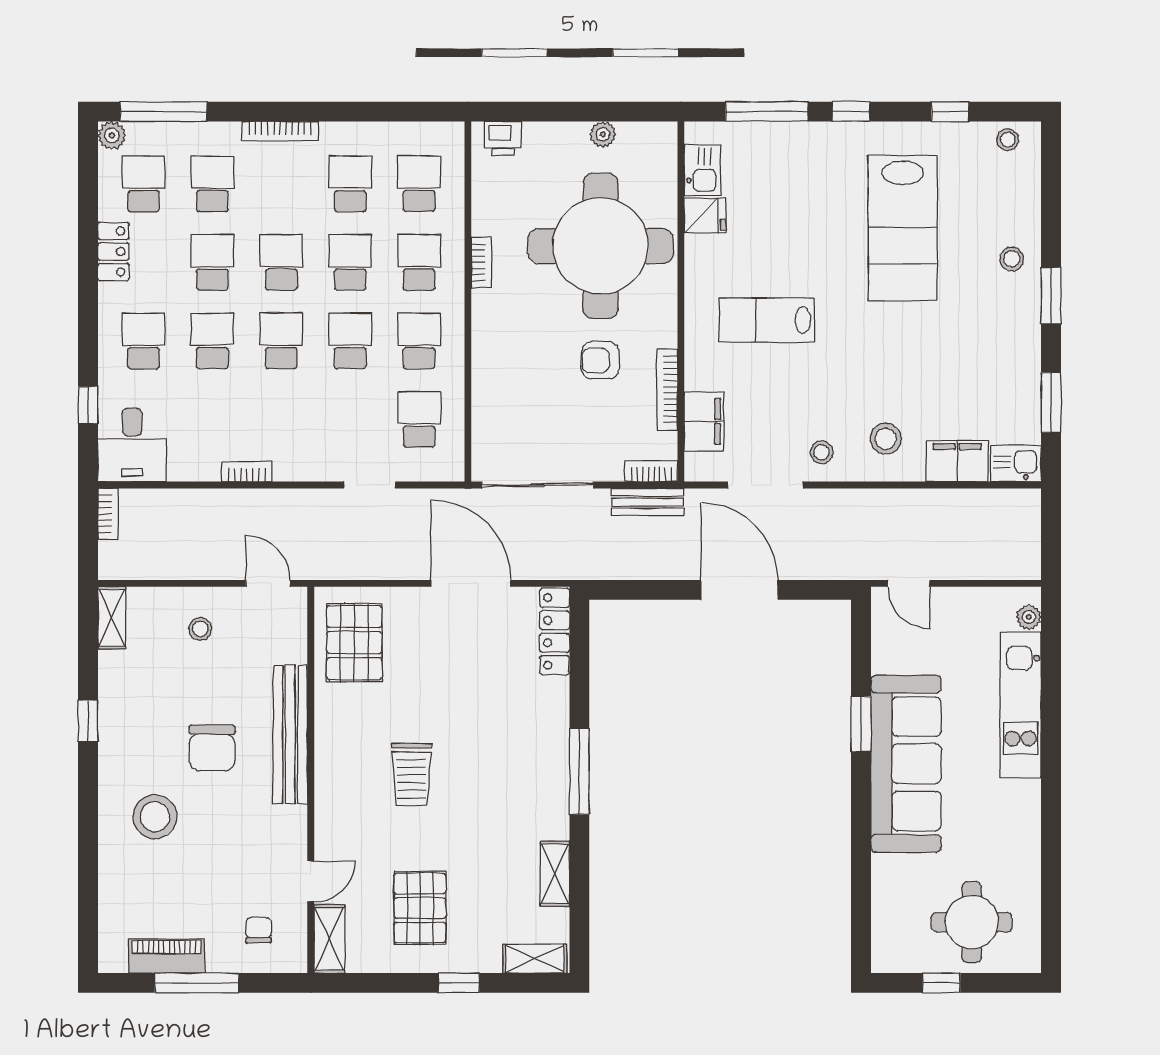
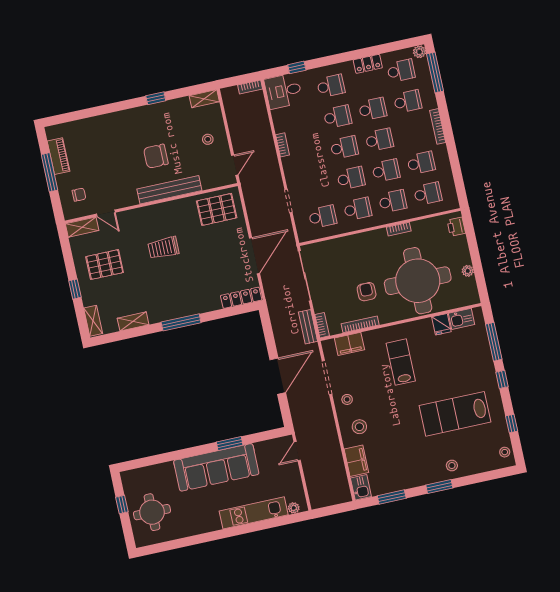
stool: (155, 817) -> (119, 137), removed

